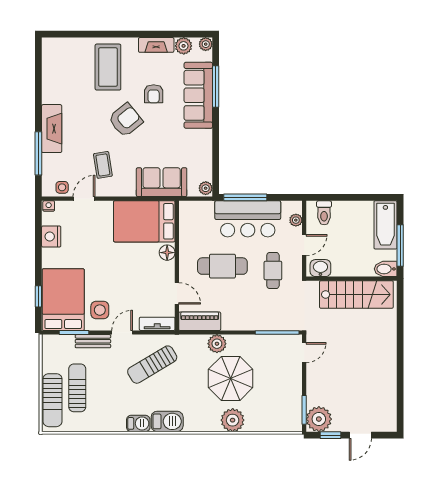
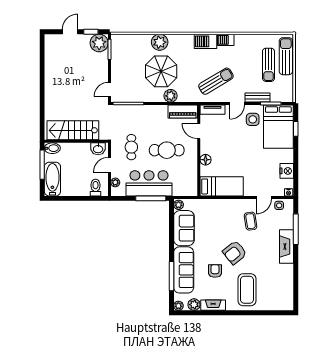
sofa: (162, 182) -> (184, 228), moved, turned -90
bed: (144, 221) -> (222, 186), width x0.67

